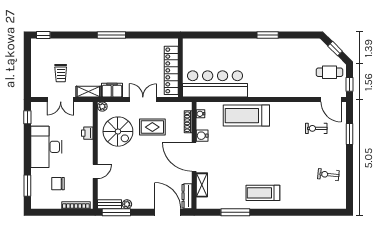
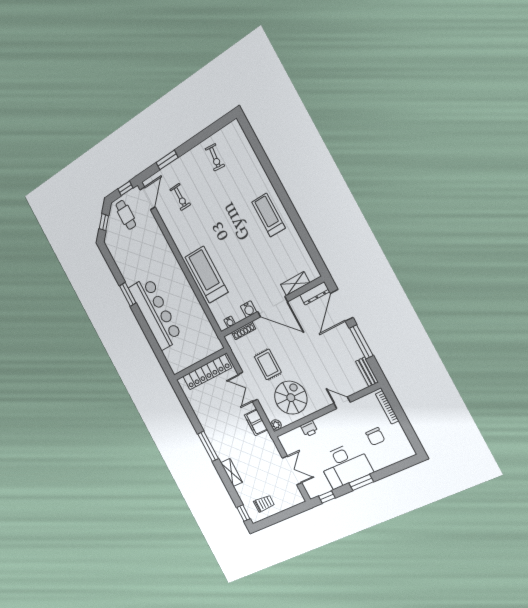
trolley: (61, 73) -> (264, 504), moved
bar counter: (215, 84) -> (155, 313), moved, turned 180
shelving: (88, 92) -> (231, 473), moved
treadmill: (246, 116) -> (206, 275), turned 180
door: (194, 157) -> (272, 307), hinge flipped
window: (27, 186) -> (361, 482), moved
treadmill: (263, 193) -> (268, 215), turned 180
plant: (127, 204) -> (357, 353), removed
window: (116, 212) -> (361, 342), moved
window: (235, 212) -> (303, 233), removed

